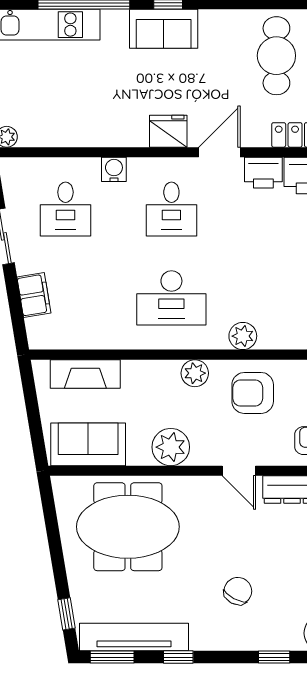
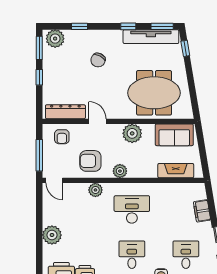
armchair: (253, 393) -> (90, 161), turned 180

